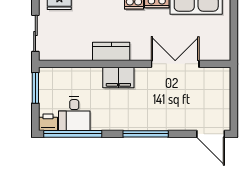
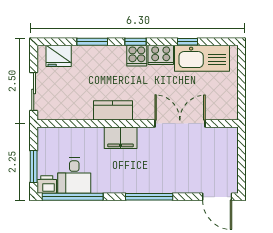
window: (35, 88) -> (34, 166), moved

